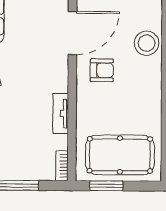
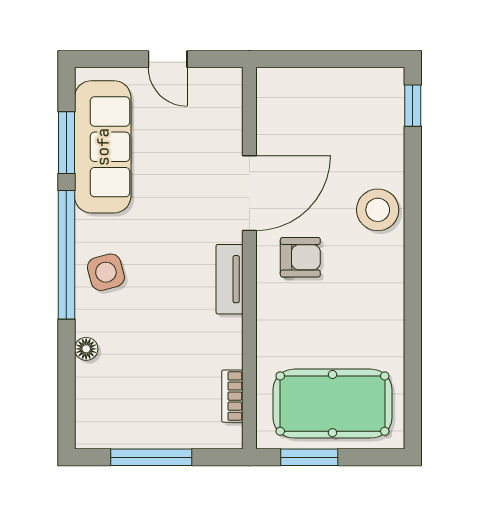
tv unit: (61, 113) -> (230, 279), moved
bookcase: (62, 166) -> (232, 396), moved

